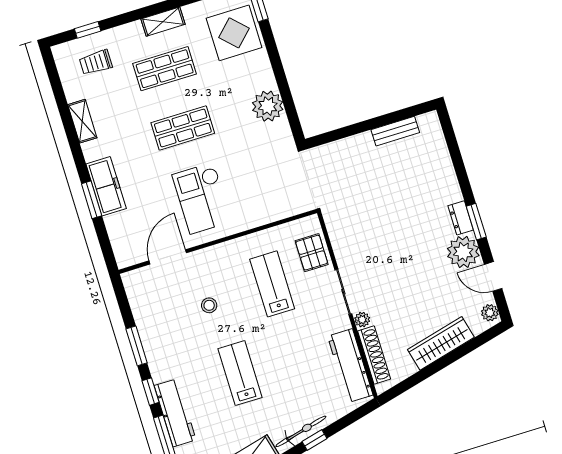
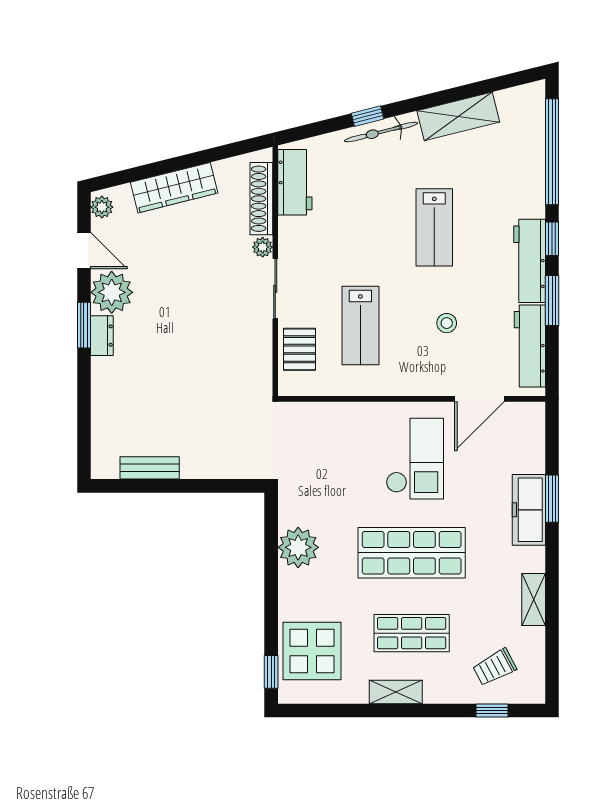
trolley: (96, 62) -> (495, 667), turned 152
shop shelf: (183, 128) -> (412, 553), width x1.43, depth x1.36
workbench: (143, 307) -> (530, 346), added
workbench: (350, 366) -> (295, 182), width x0.73
workbench: (175, 413) -> (530, 261), moved

